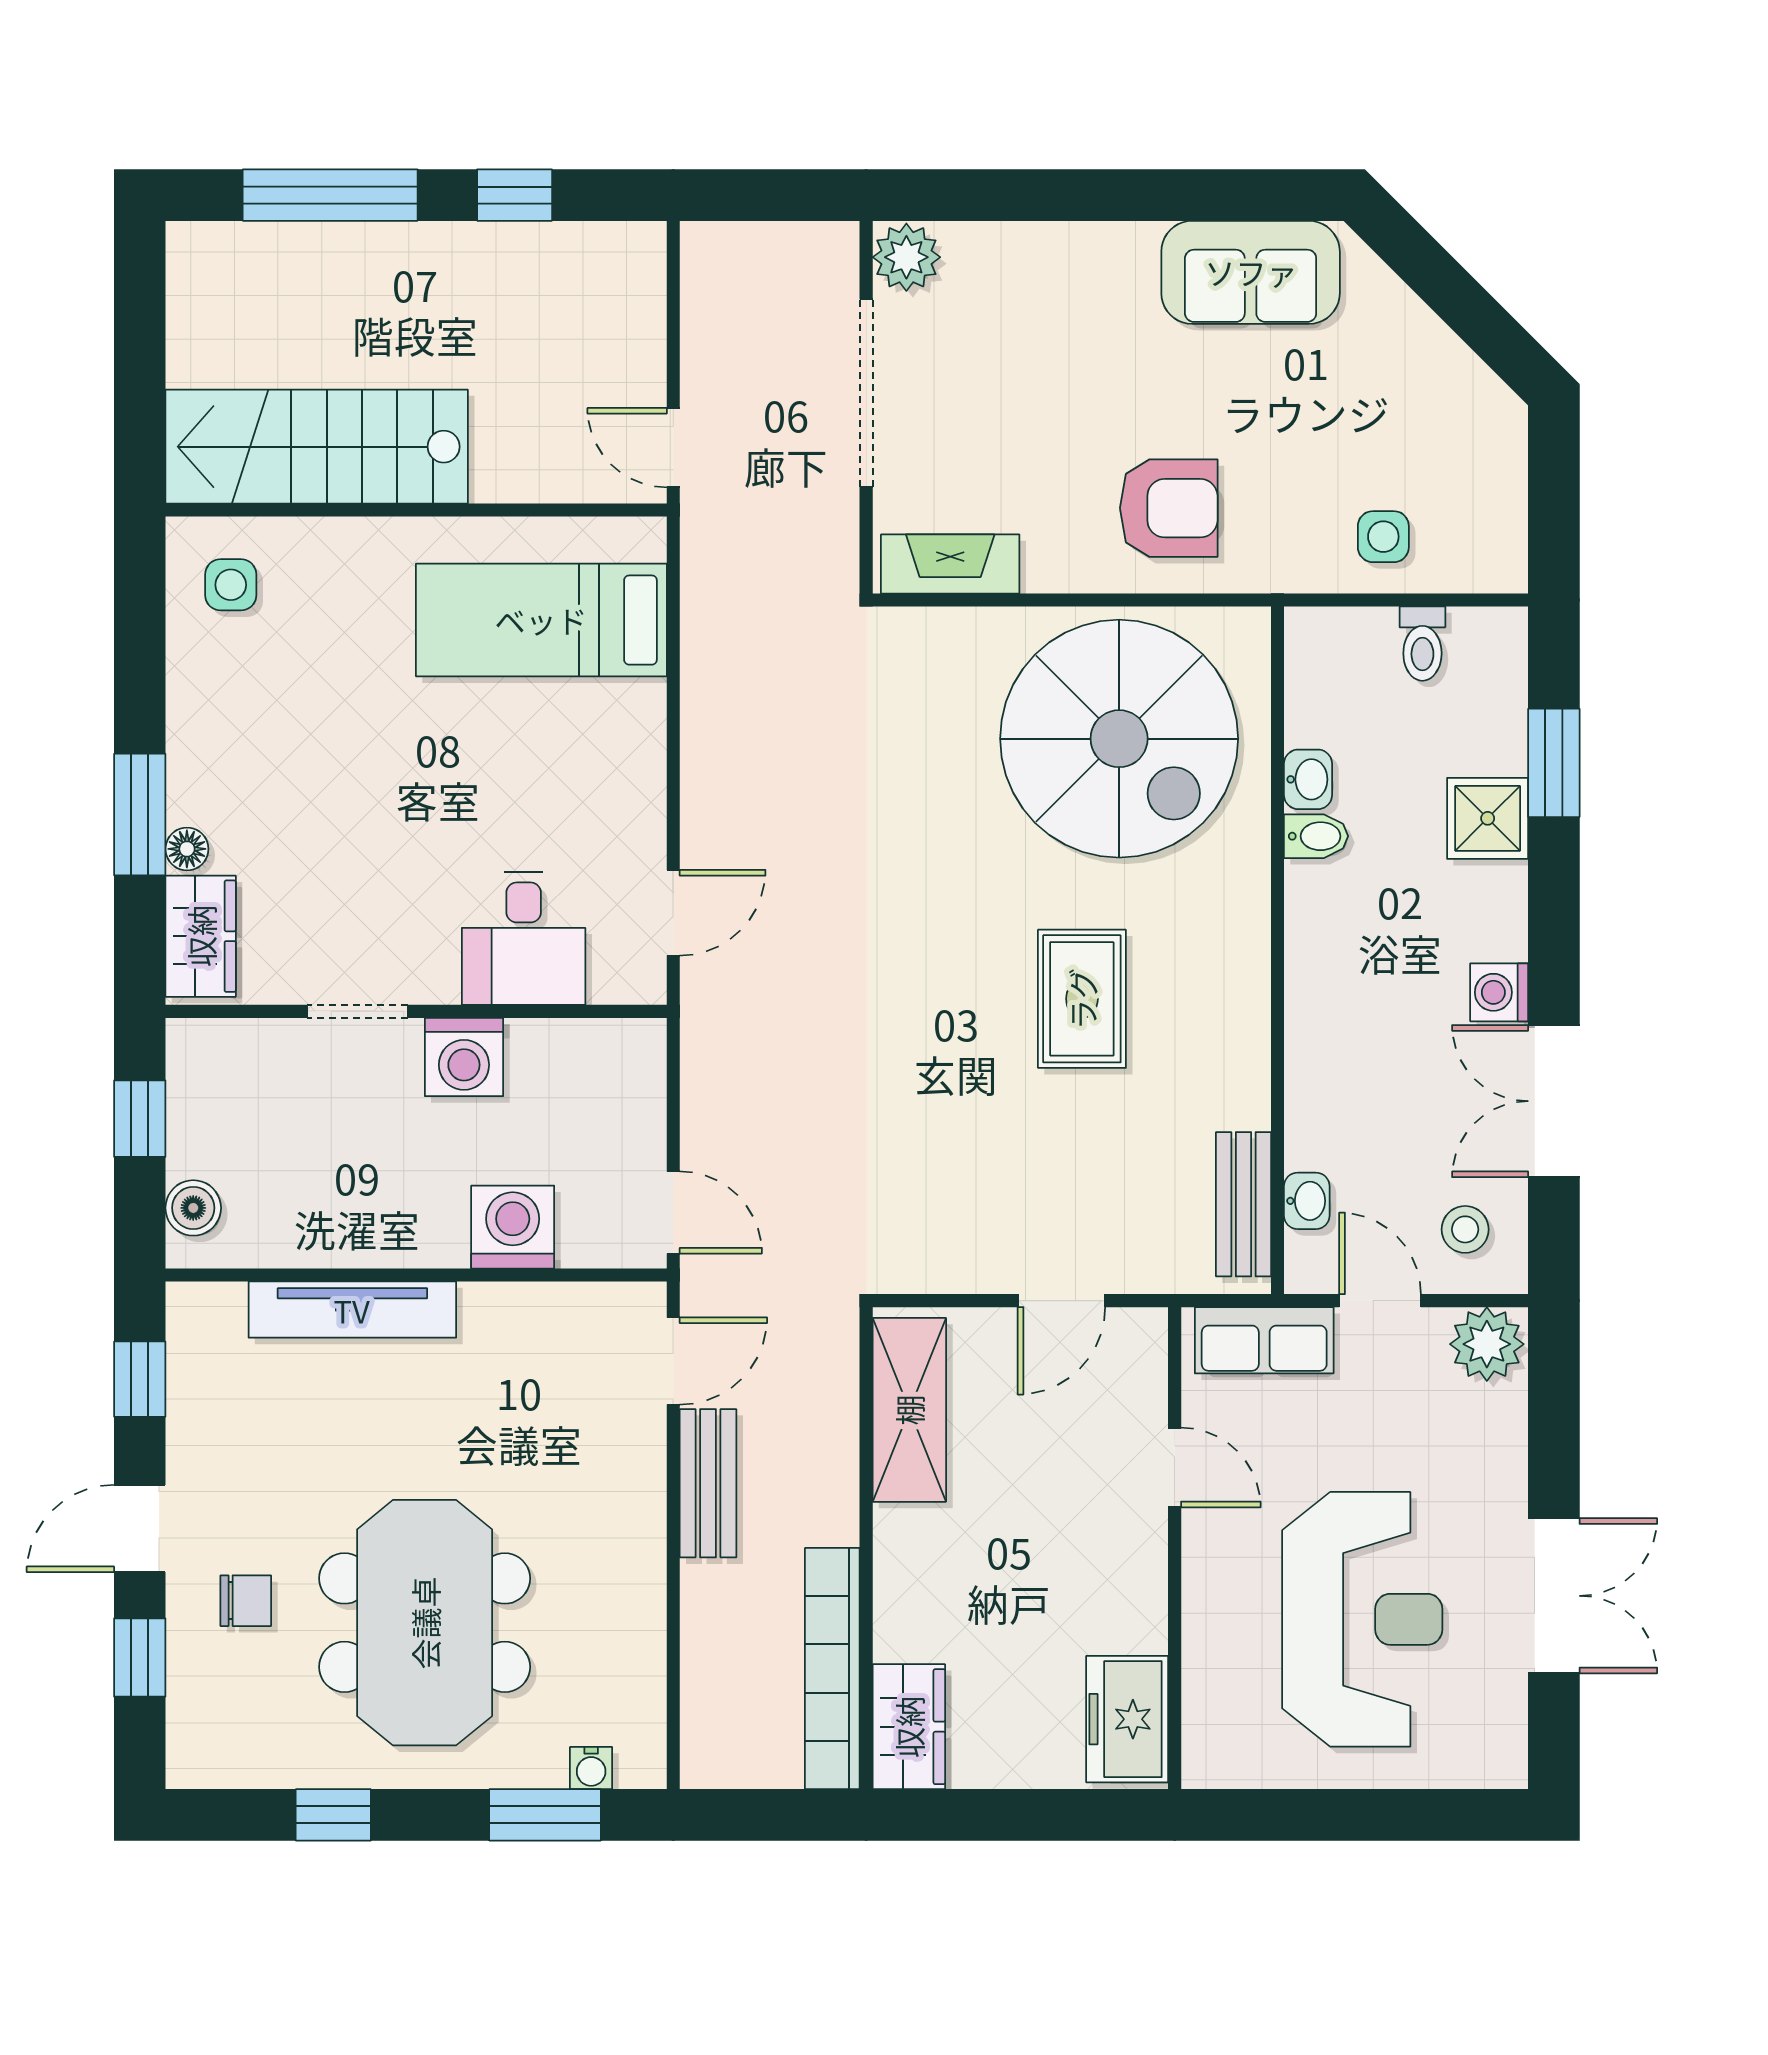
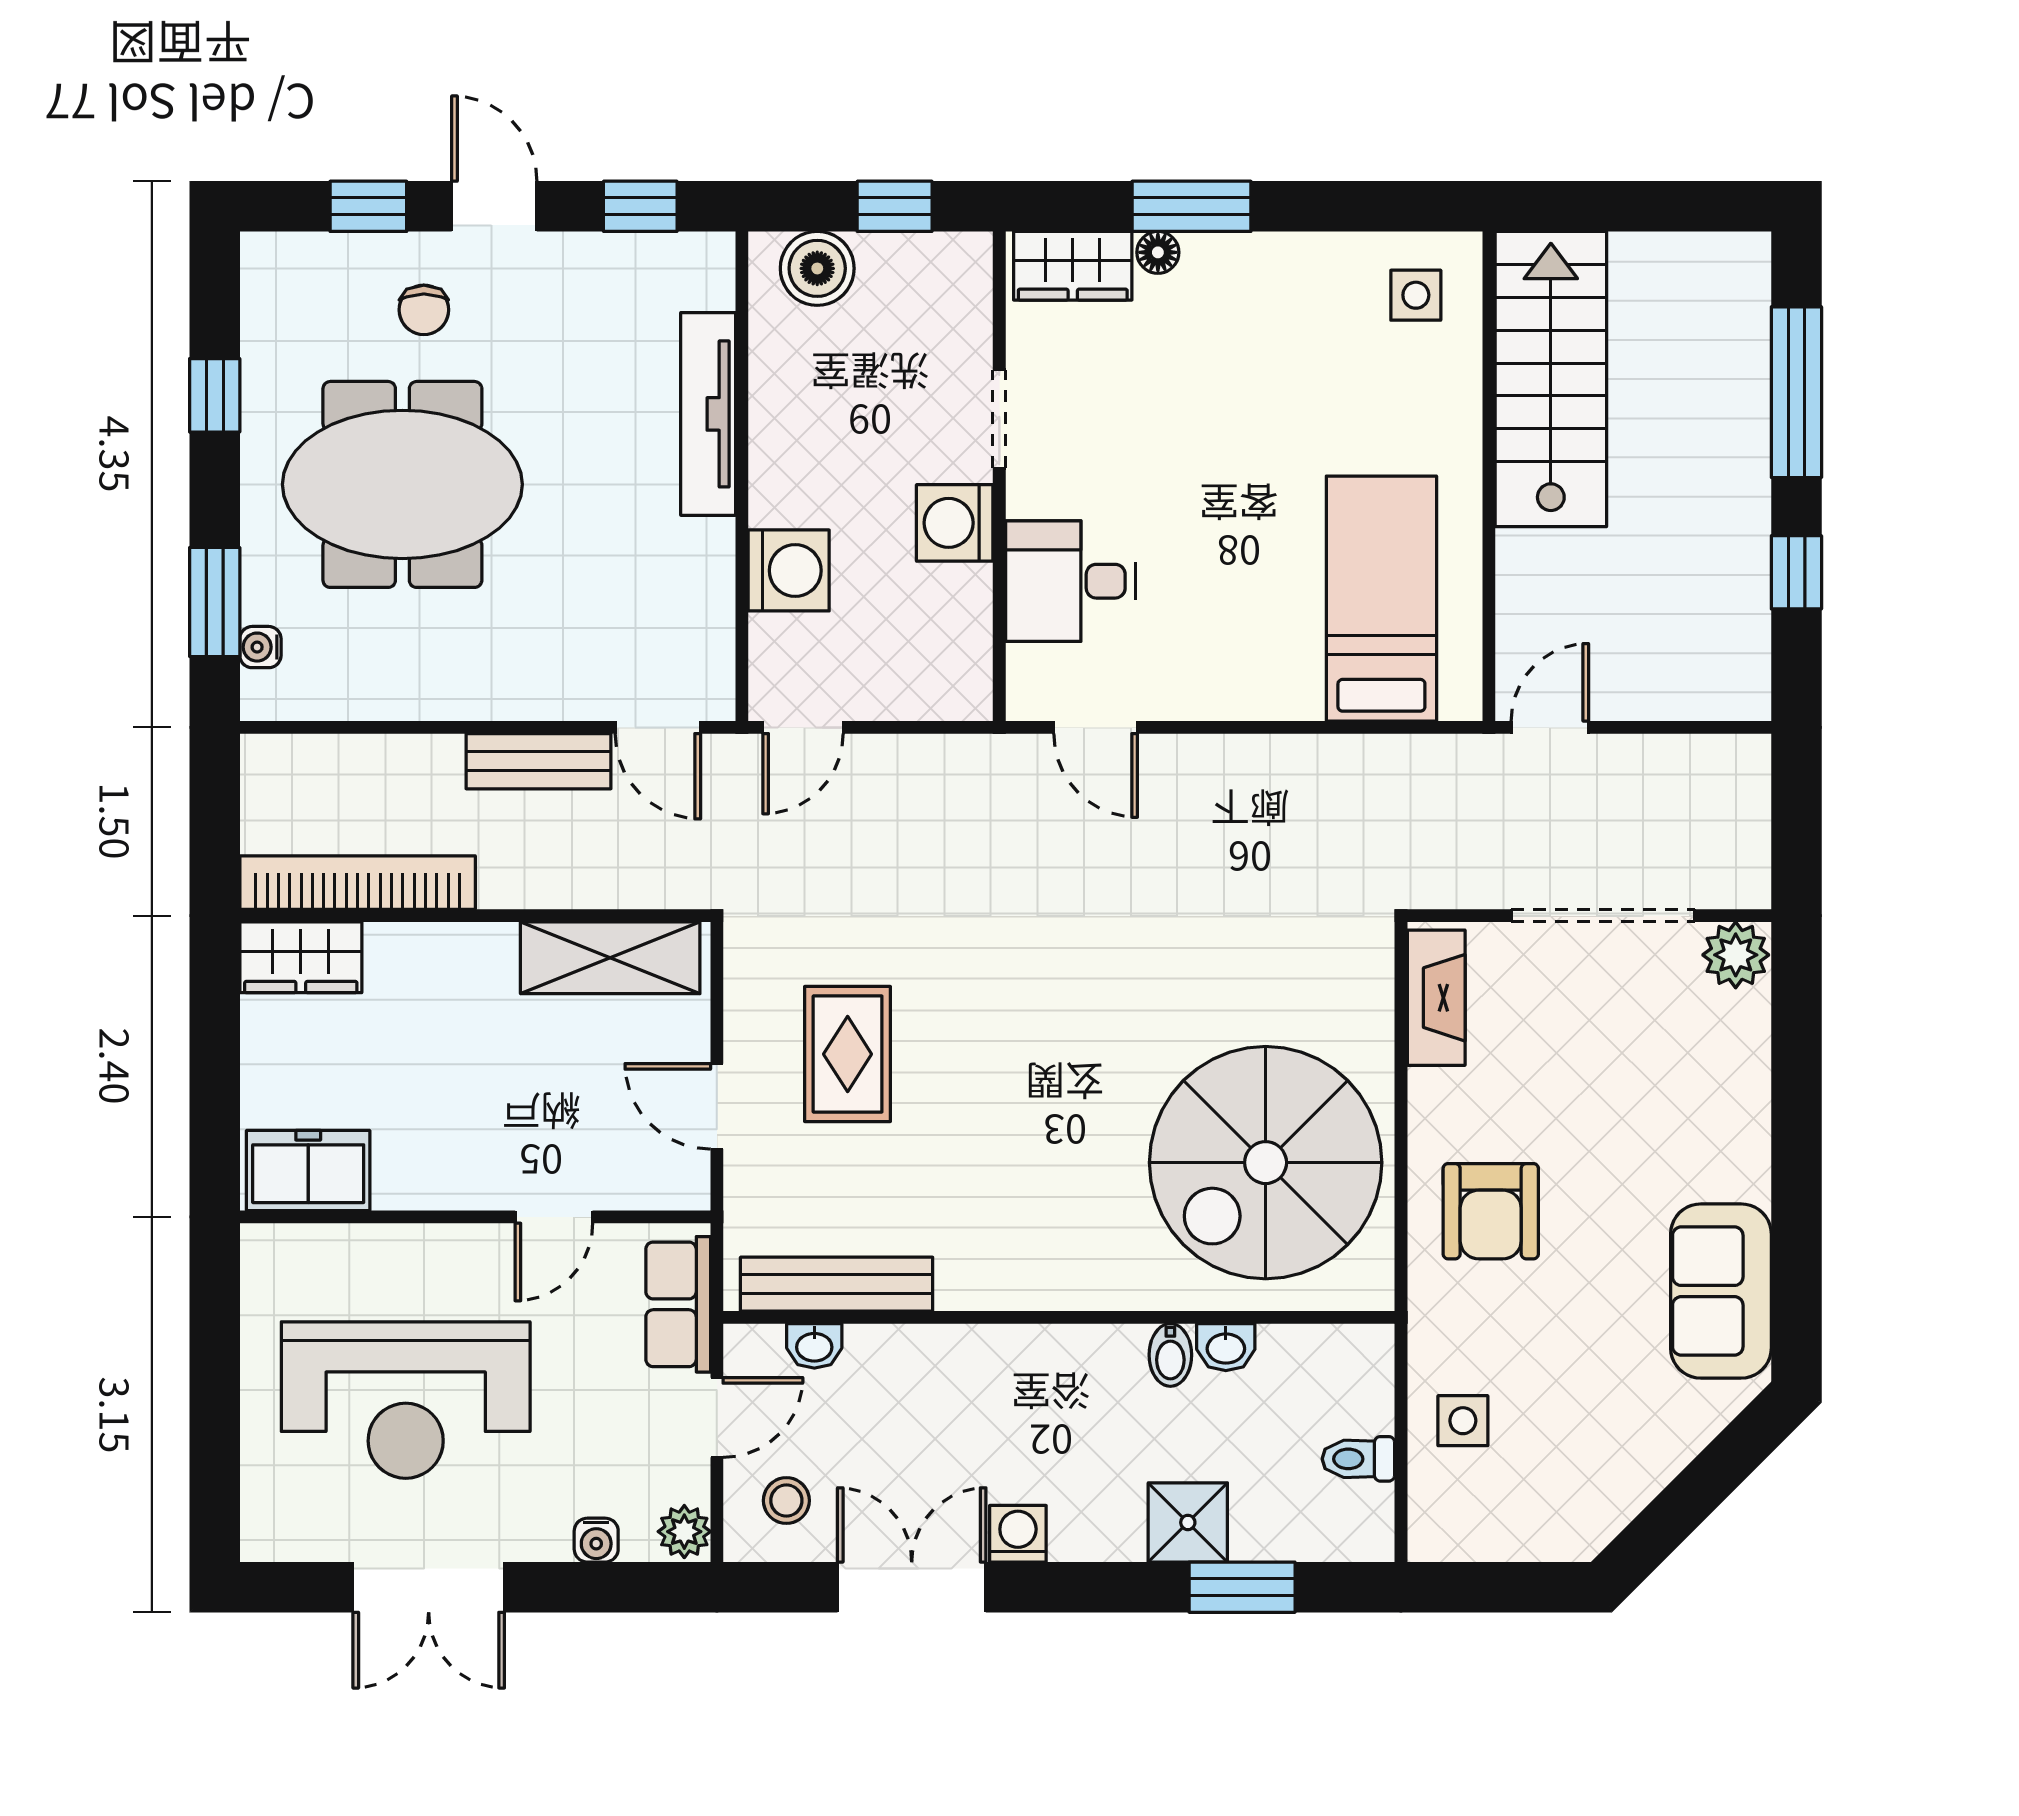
rug: (1082, 999) -> (848, 1054), moved, turned 90
bench: (1243, 1204) -> (837, 1284), width x1.36
boiler: (193, 1208) -> (817, 268), width x1.36, depth x1.36
plant: (1487, 1344) -> (684, 1532), width x0.73, depth x0.73
water cooler: (1506, 1424) -> (596, 1540), added

